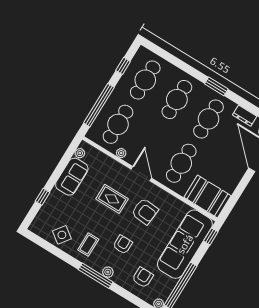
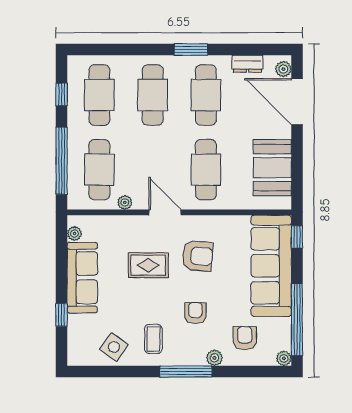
sofa: (72, 177) -> (82, 278), width x1.36
booth: (208, 197) -> (272, 168), moved, turned 90
plant: (108, 272) -> (214, 358), moved

